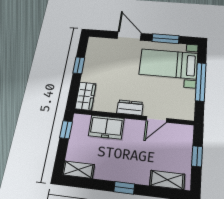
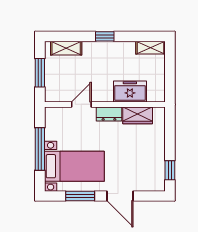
window: (79, 65) -> (170, 170), moved
wardrobe: (85, 96) -> (138, 115), moved, turned -90
window: (66, 130) -> (170, 85), removed
window: (197, 156) -> (40, 73), width x1.50

